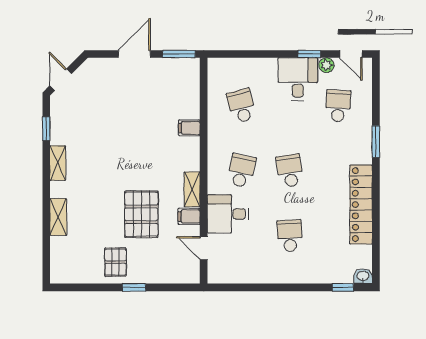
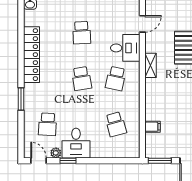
filing cabinet: (189, 128) -> (153, 127), moved
filing cabinet: (189, 216) -> (153, 46), removed
door: (204, 248) -> (142, 24), hinge flipped

